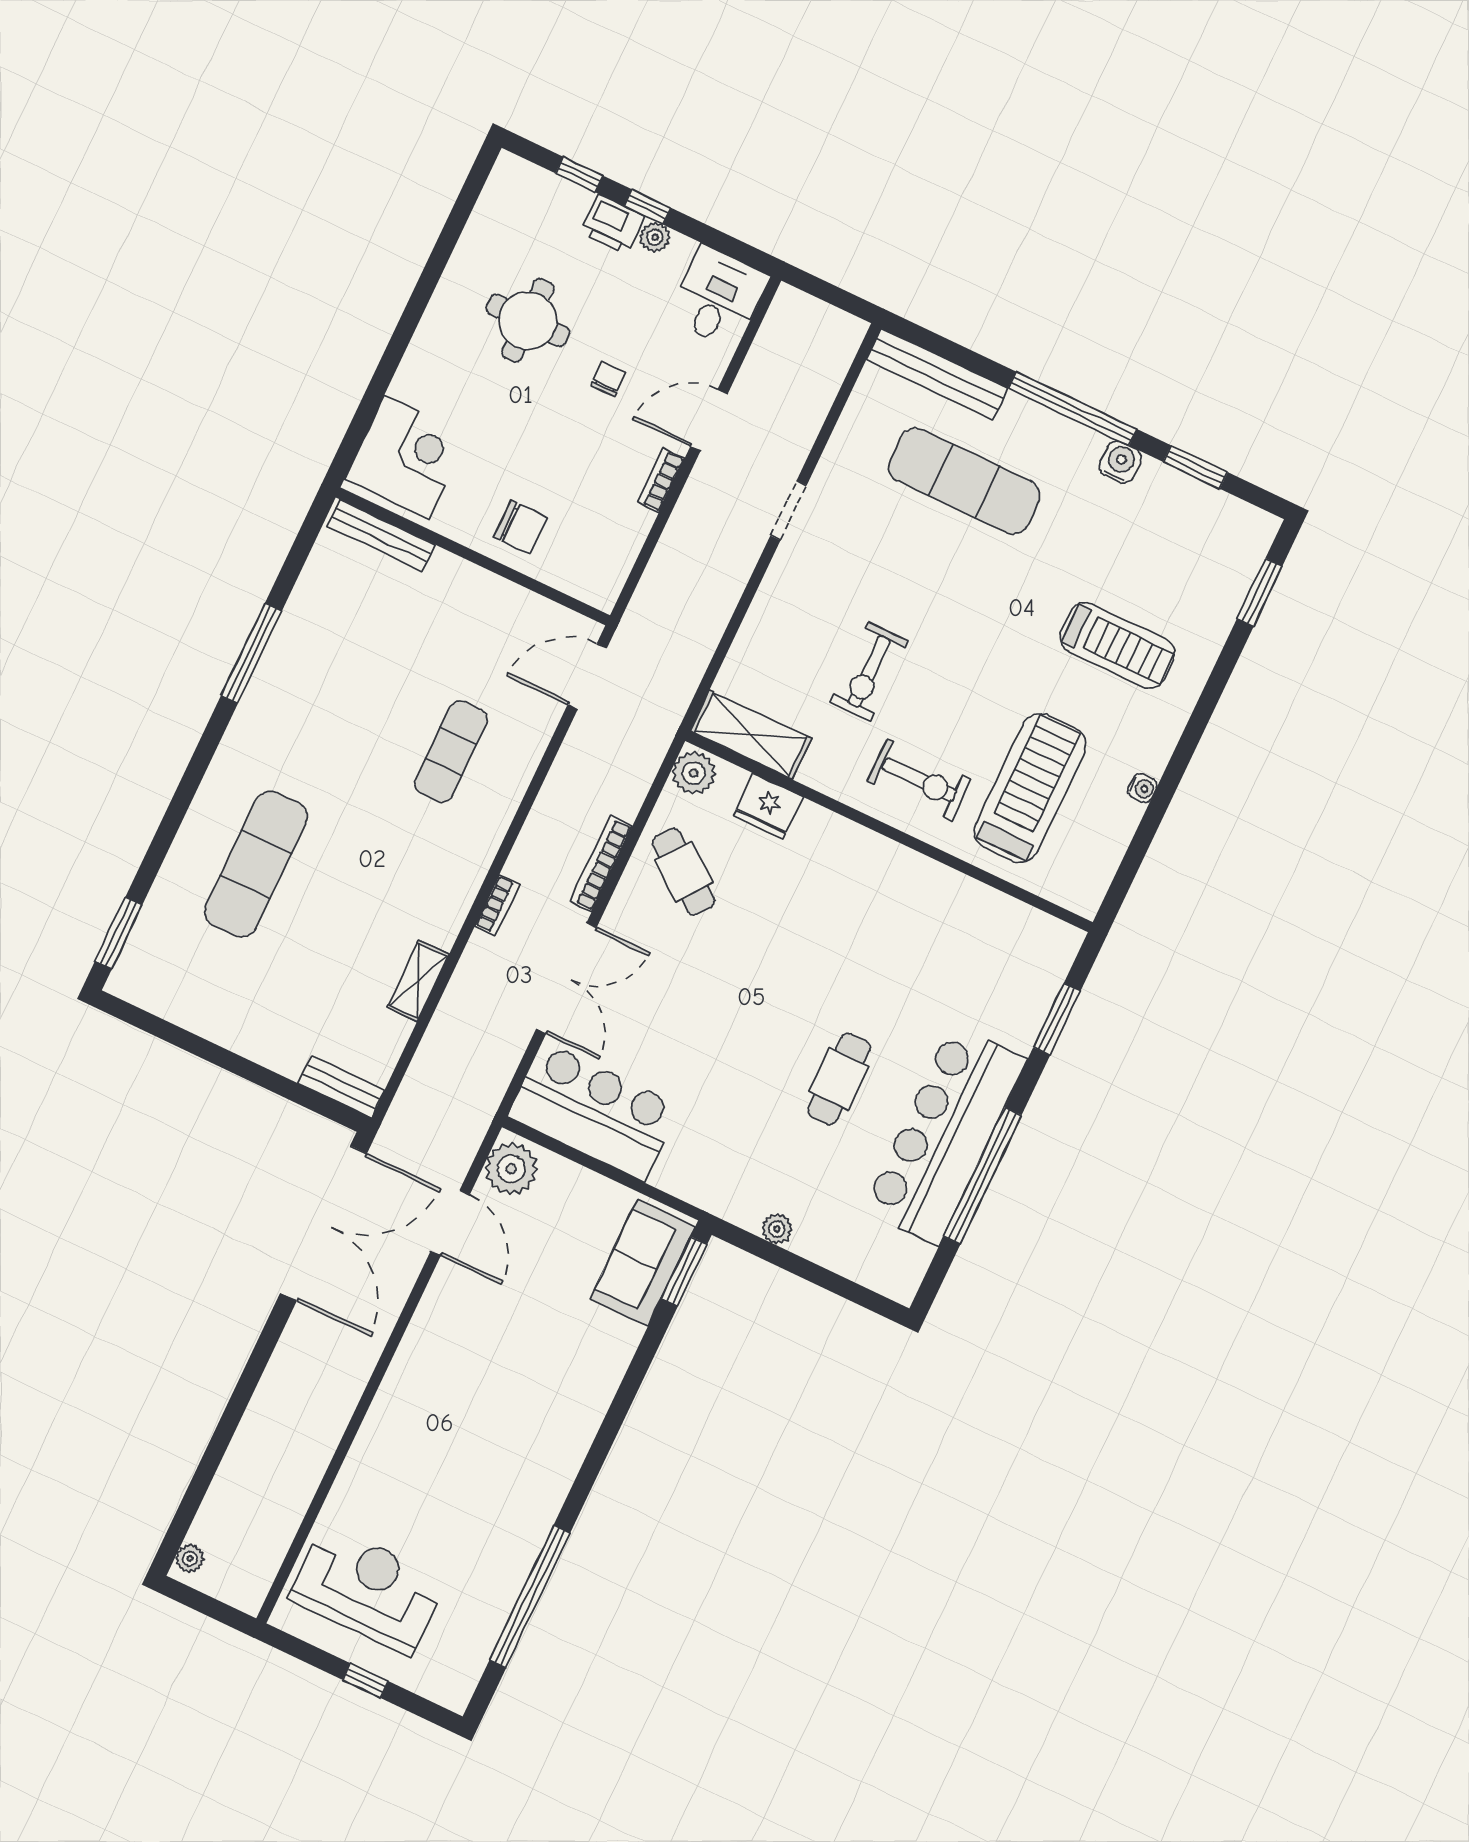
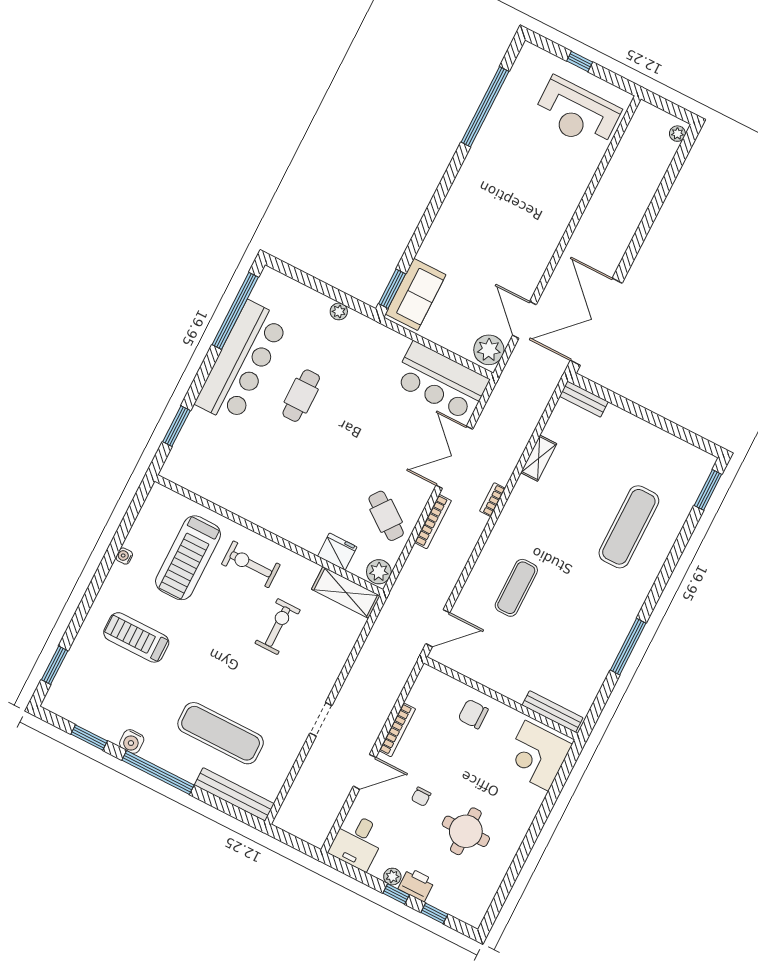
bookcase: (661, 480) -> (397, 730), width x1.56
window: (983, 1176) -> (235, 311), moved

